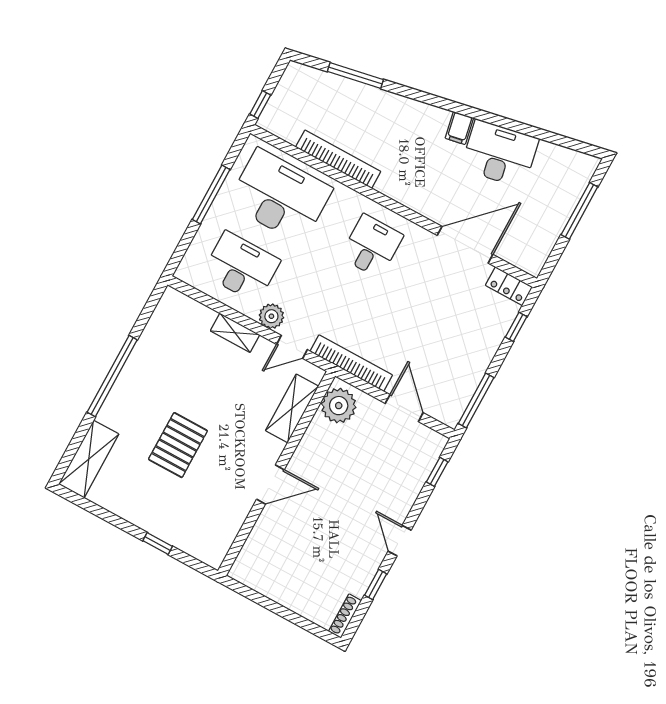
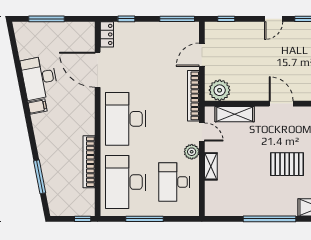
desk: (372, 246) -> (125, 119), width x1.87, depth x1.30

